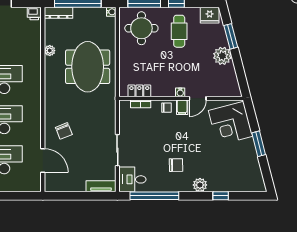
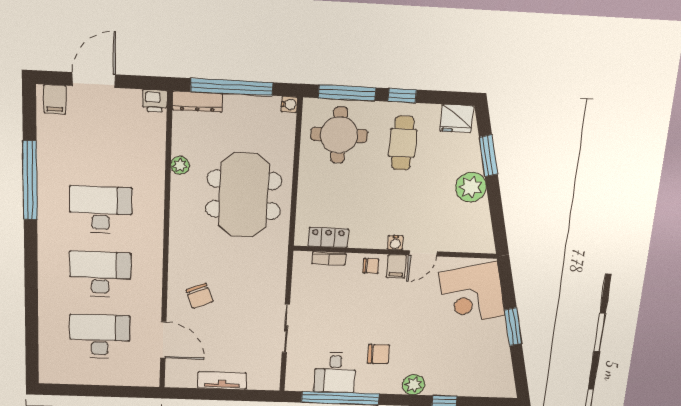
desk: (132, 179) -> (335, 373), moved, turned -90
tv unit: (101, 186) -> (222, 380), moved

